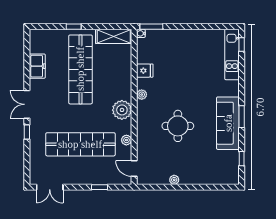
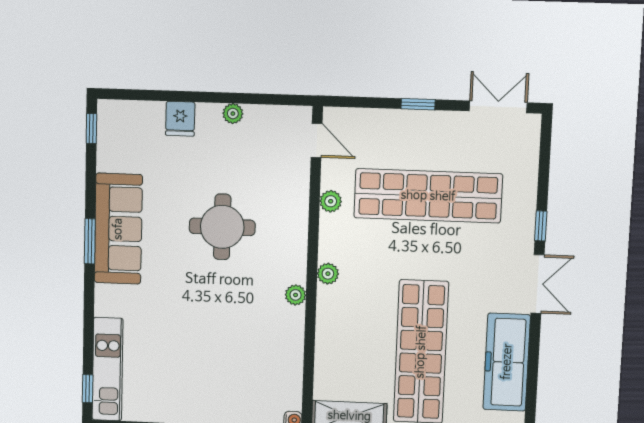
freezer: (37, 66) -> (507, 362), width x1.91, depth x1.26
fridge: (145, 71) -> (180, 119), moved, turned -90
plant: (122, 110) -> (328, 274), width x0.53, depth x0.53
window: (242, 159) -> (91, 129), moved
window: (99, 187) -> (418, 104), moved

